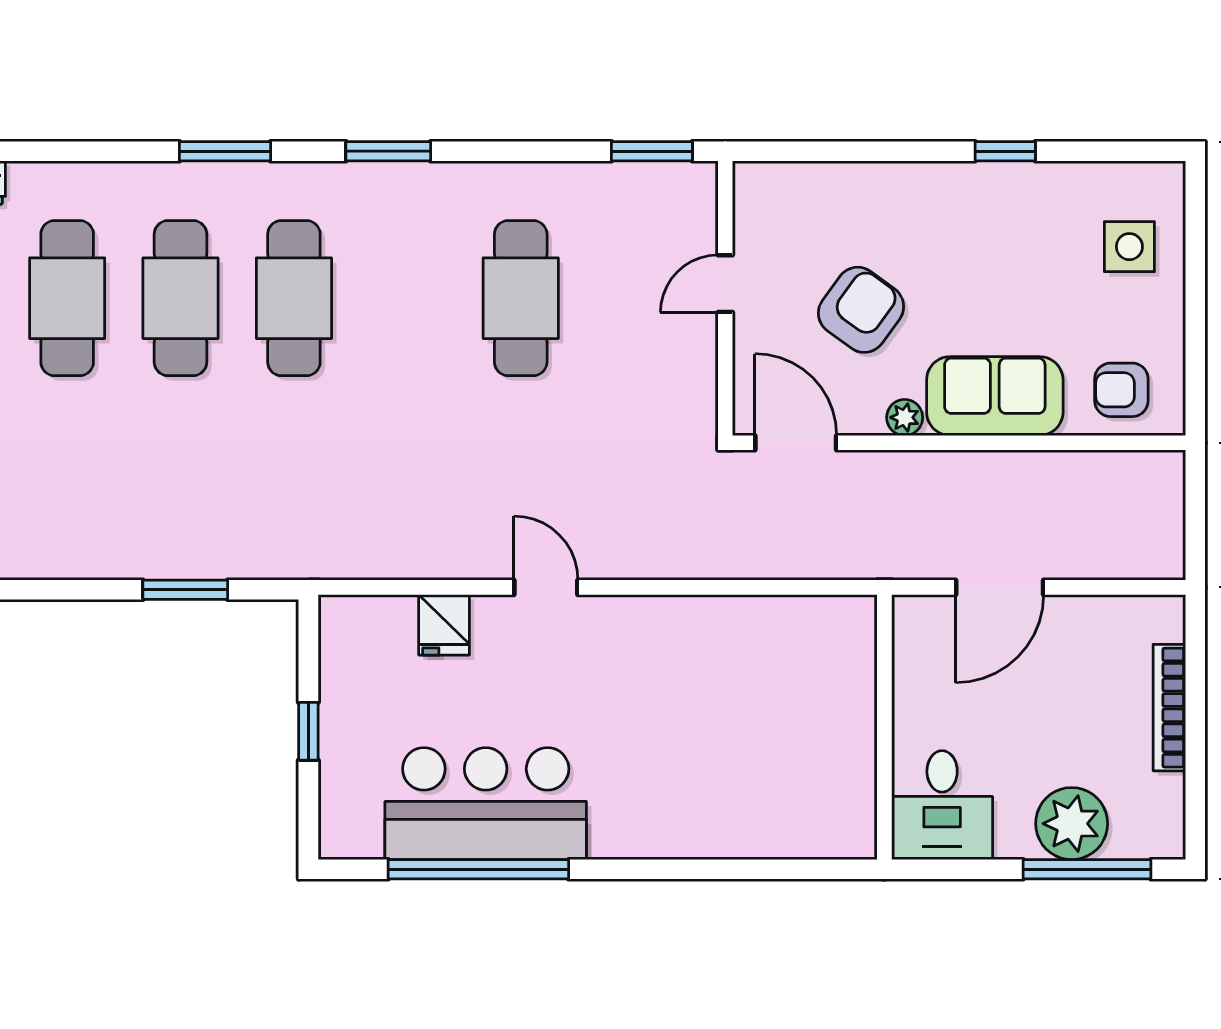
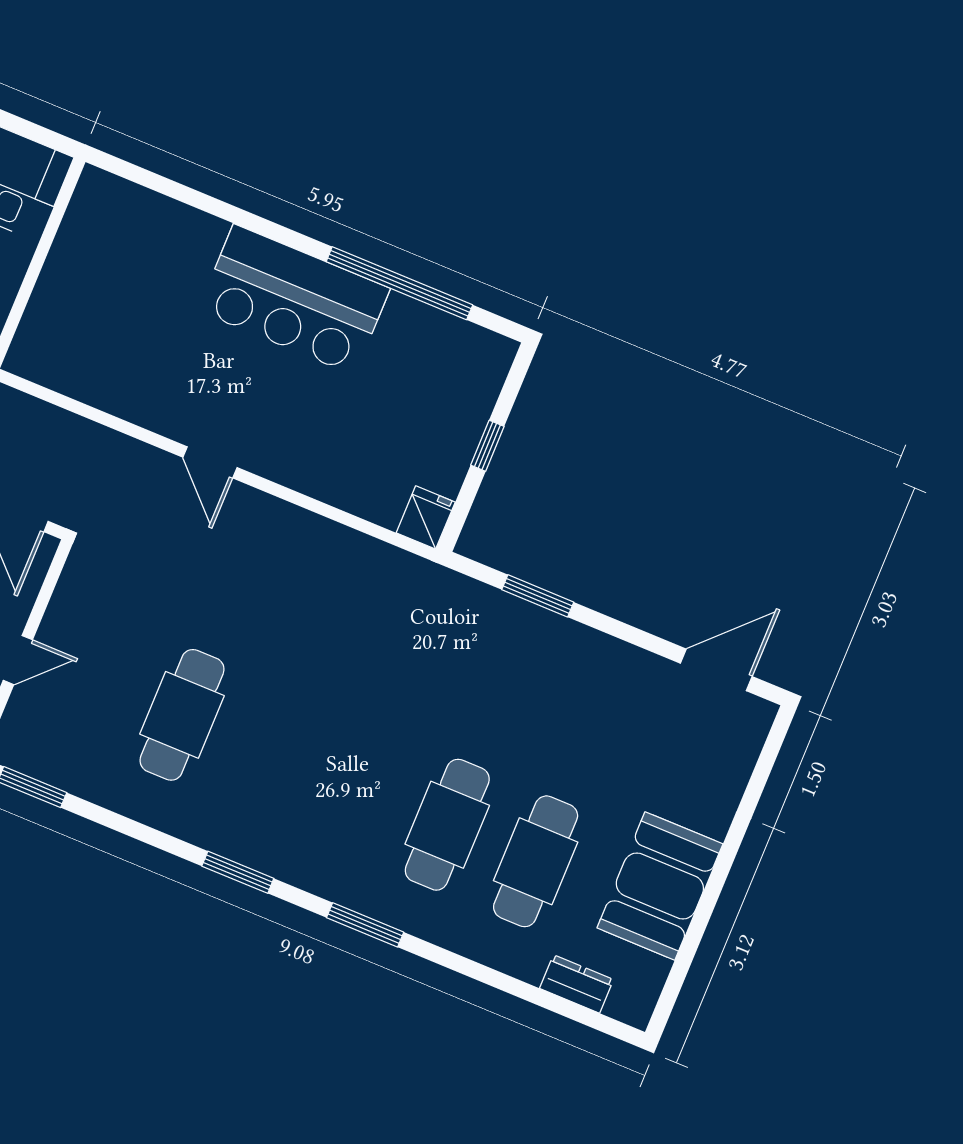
cafe table: (294, 298) -> (359, 788), removed
door: (546, 587) -> (210, 462), moved
fridge: (444, 625) -> (426, 517), moved
bar counter: (486, 804) -> (294, 300), moved

